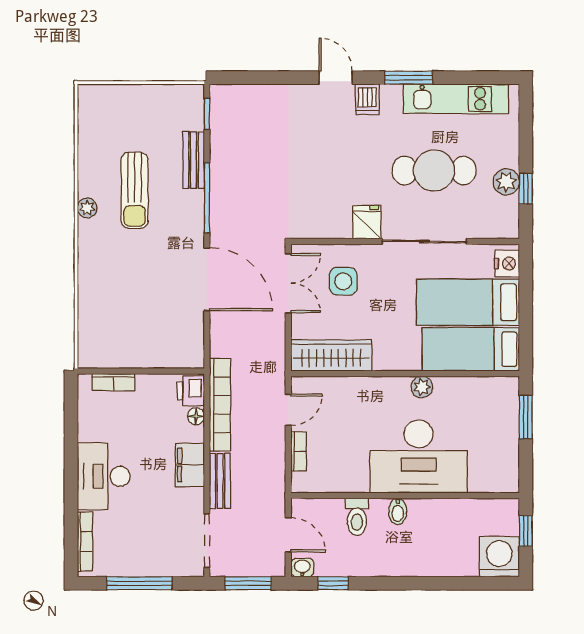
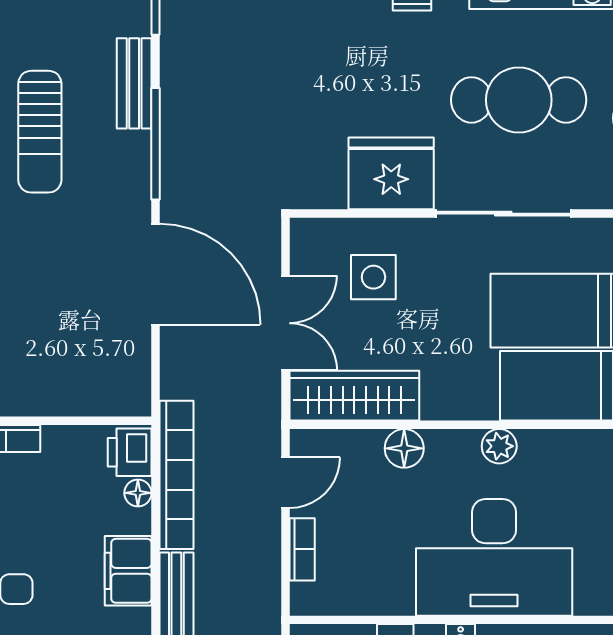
fridge: (367, 222) -> (391, 173), width x1.88, depth x1.34
double door: (288, 283) -> (285, 323), moved
floor lamp: (362, 388) -> (404, 448), added

